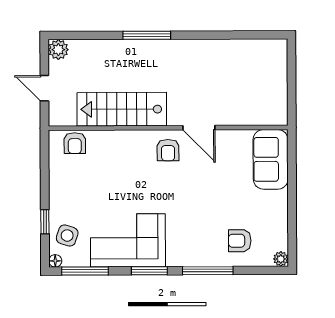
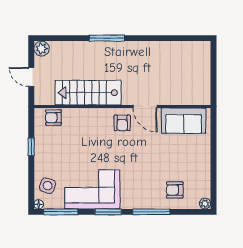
armchair: (75, 143) -> (53, 118), turned 90
sofa: (271, 159) -> (184, 121), moved, turned -90
window: (45, 222) -> (31, 147), moved

